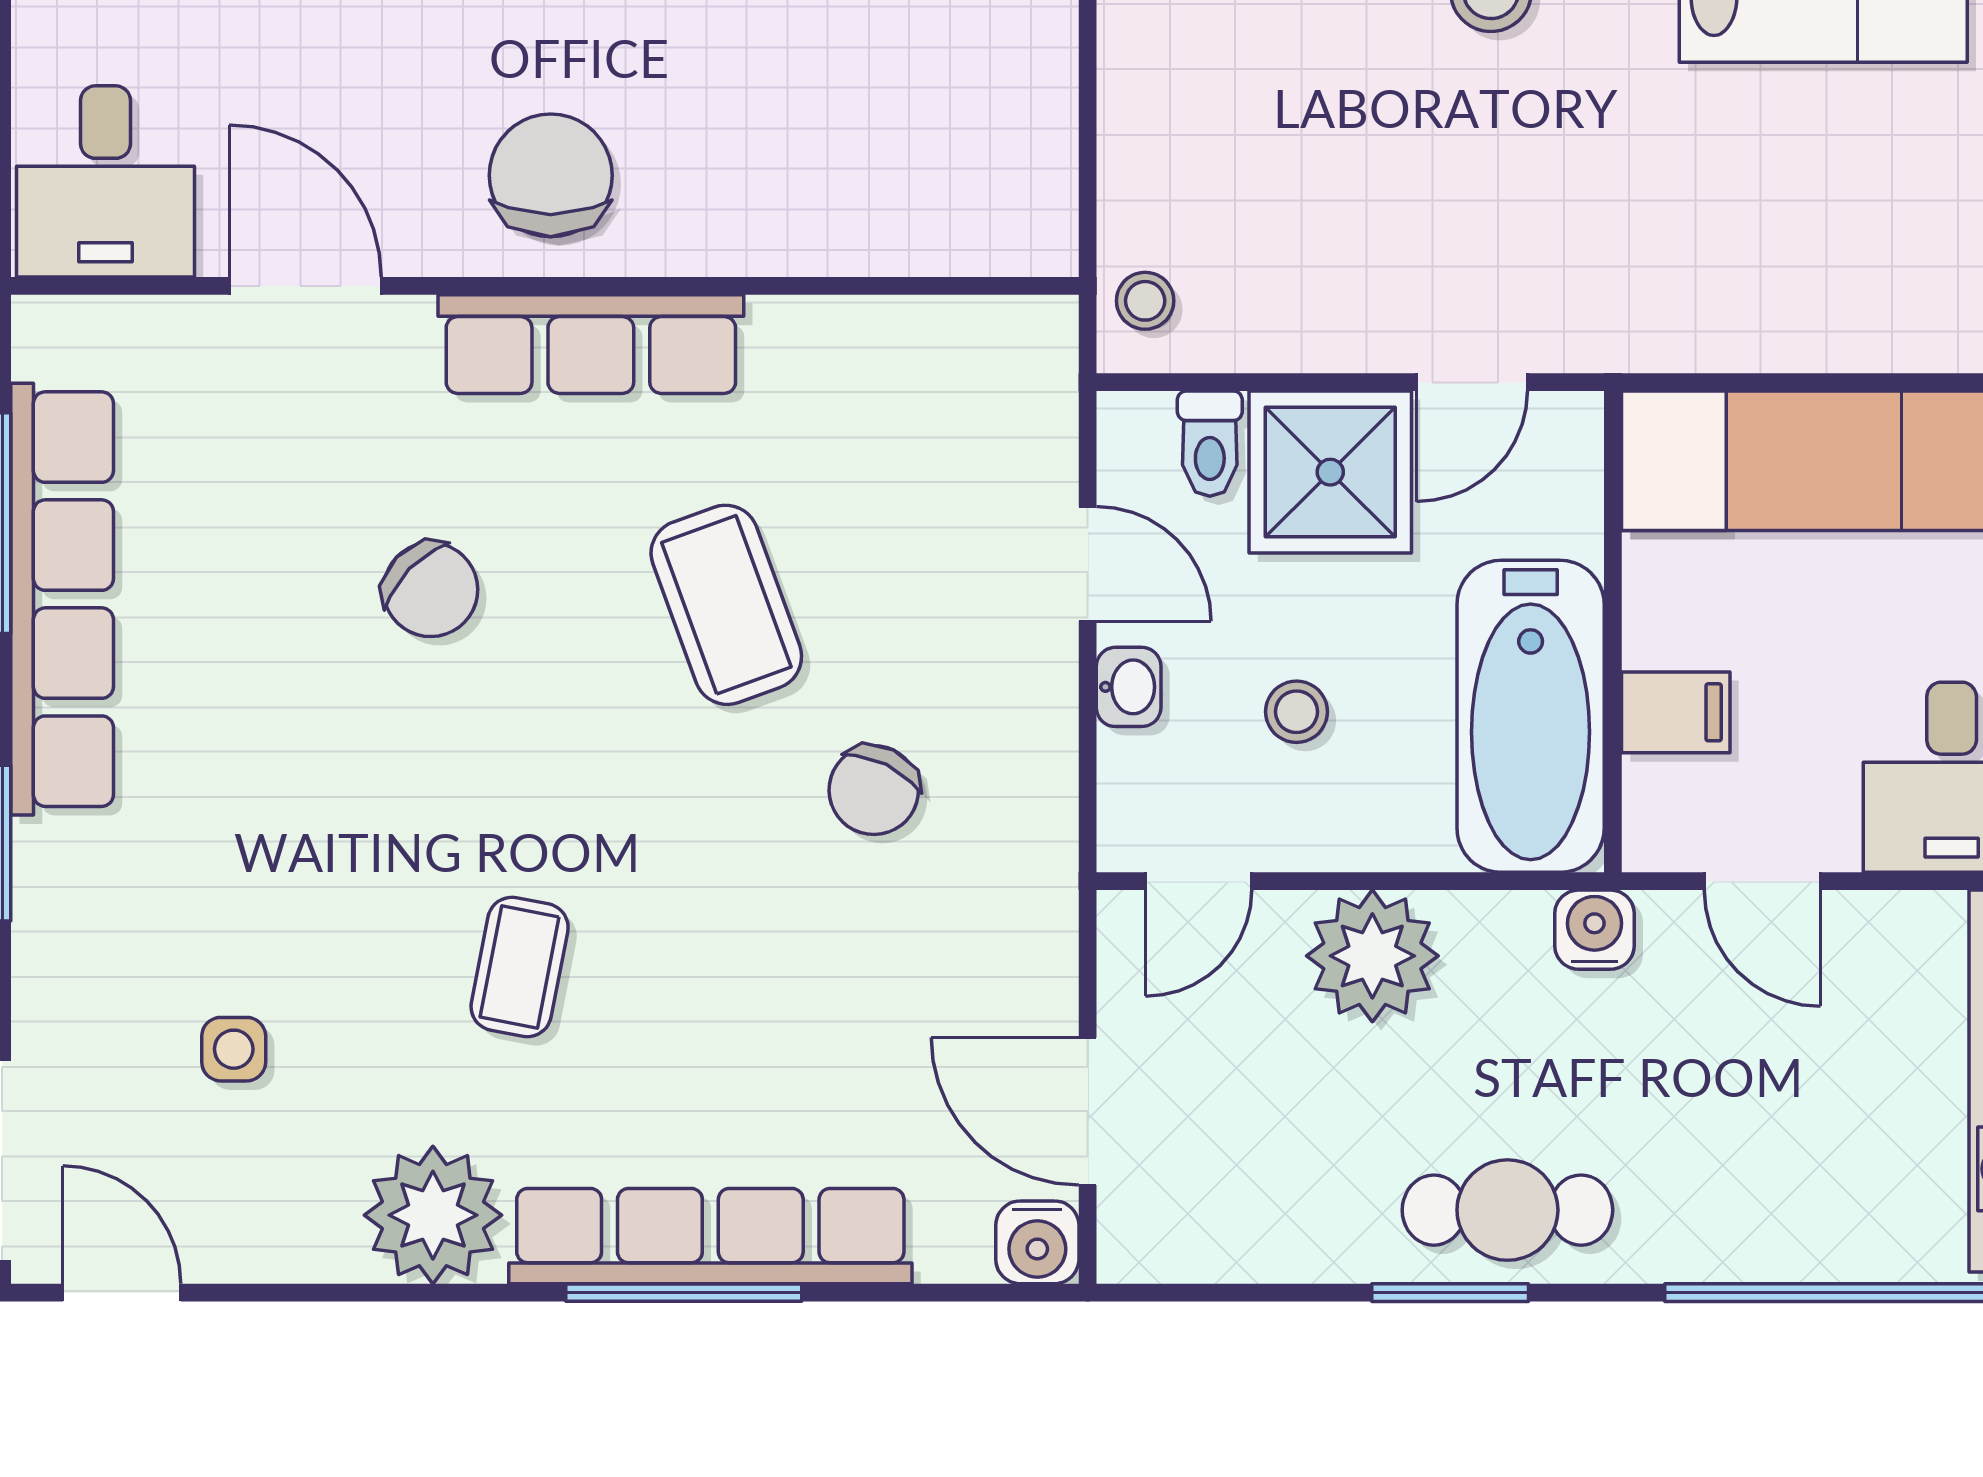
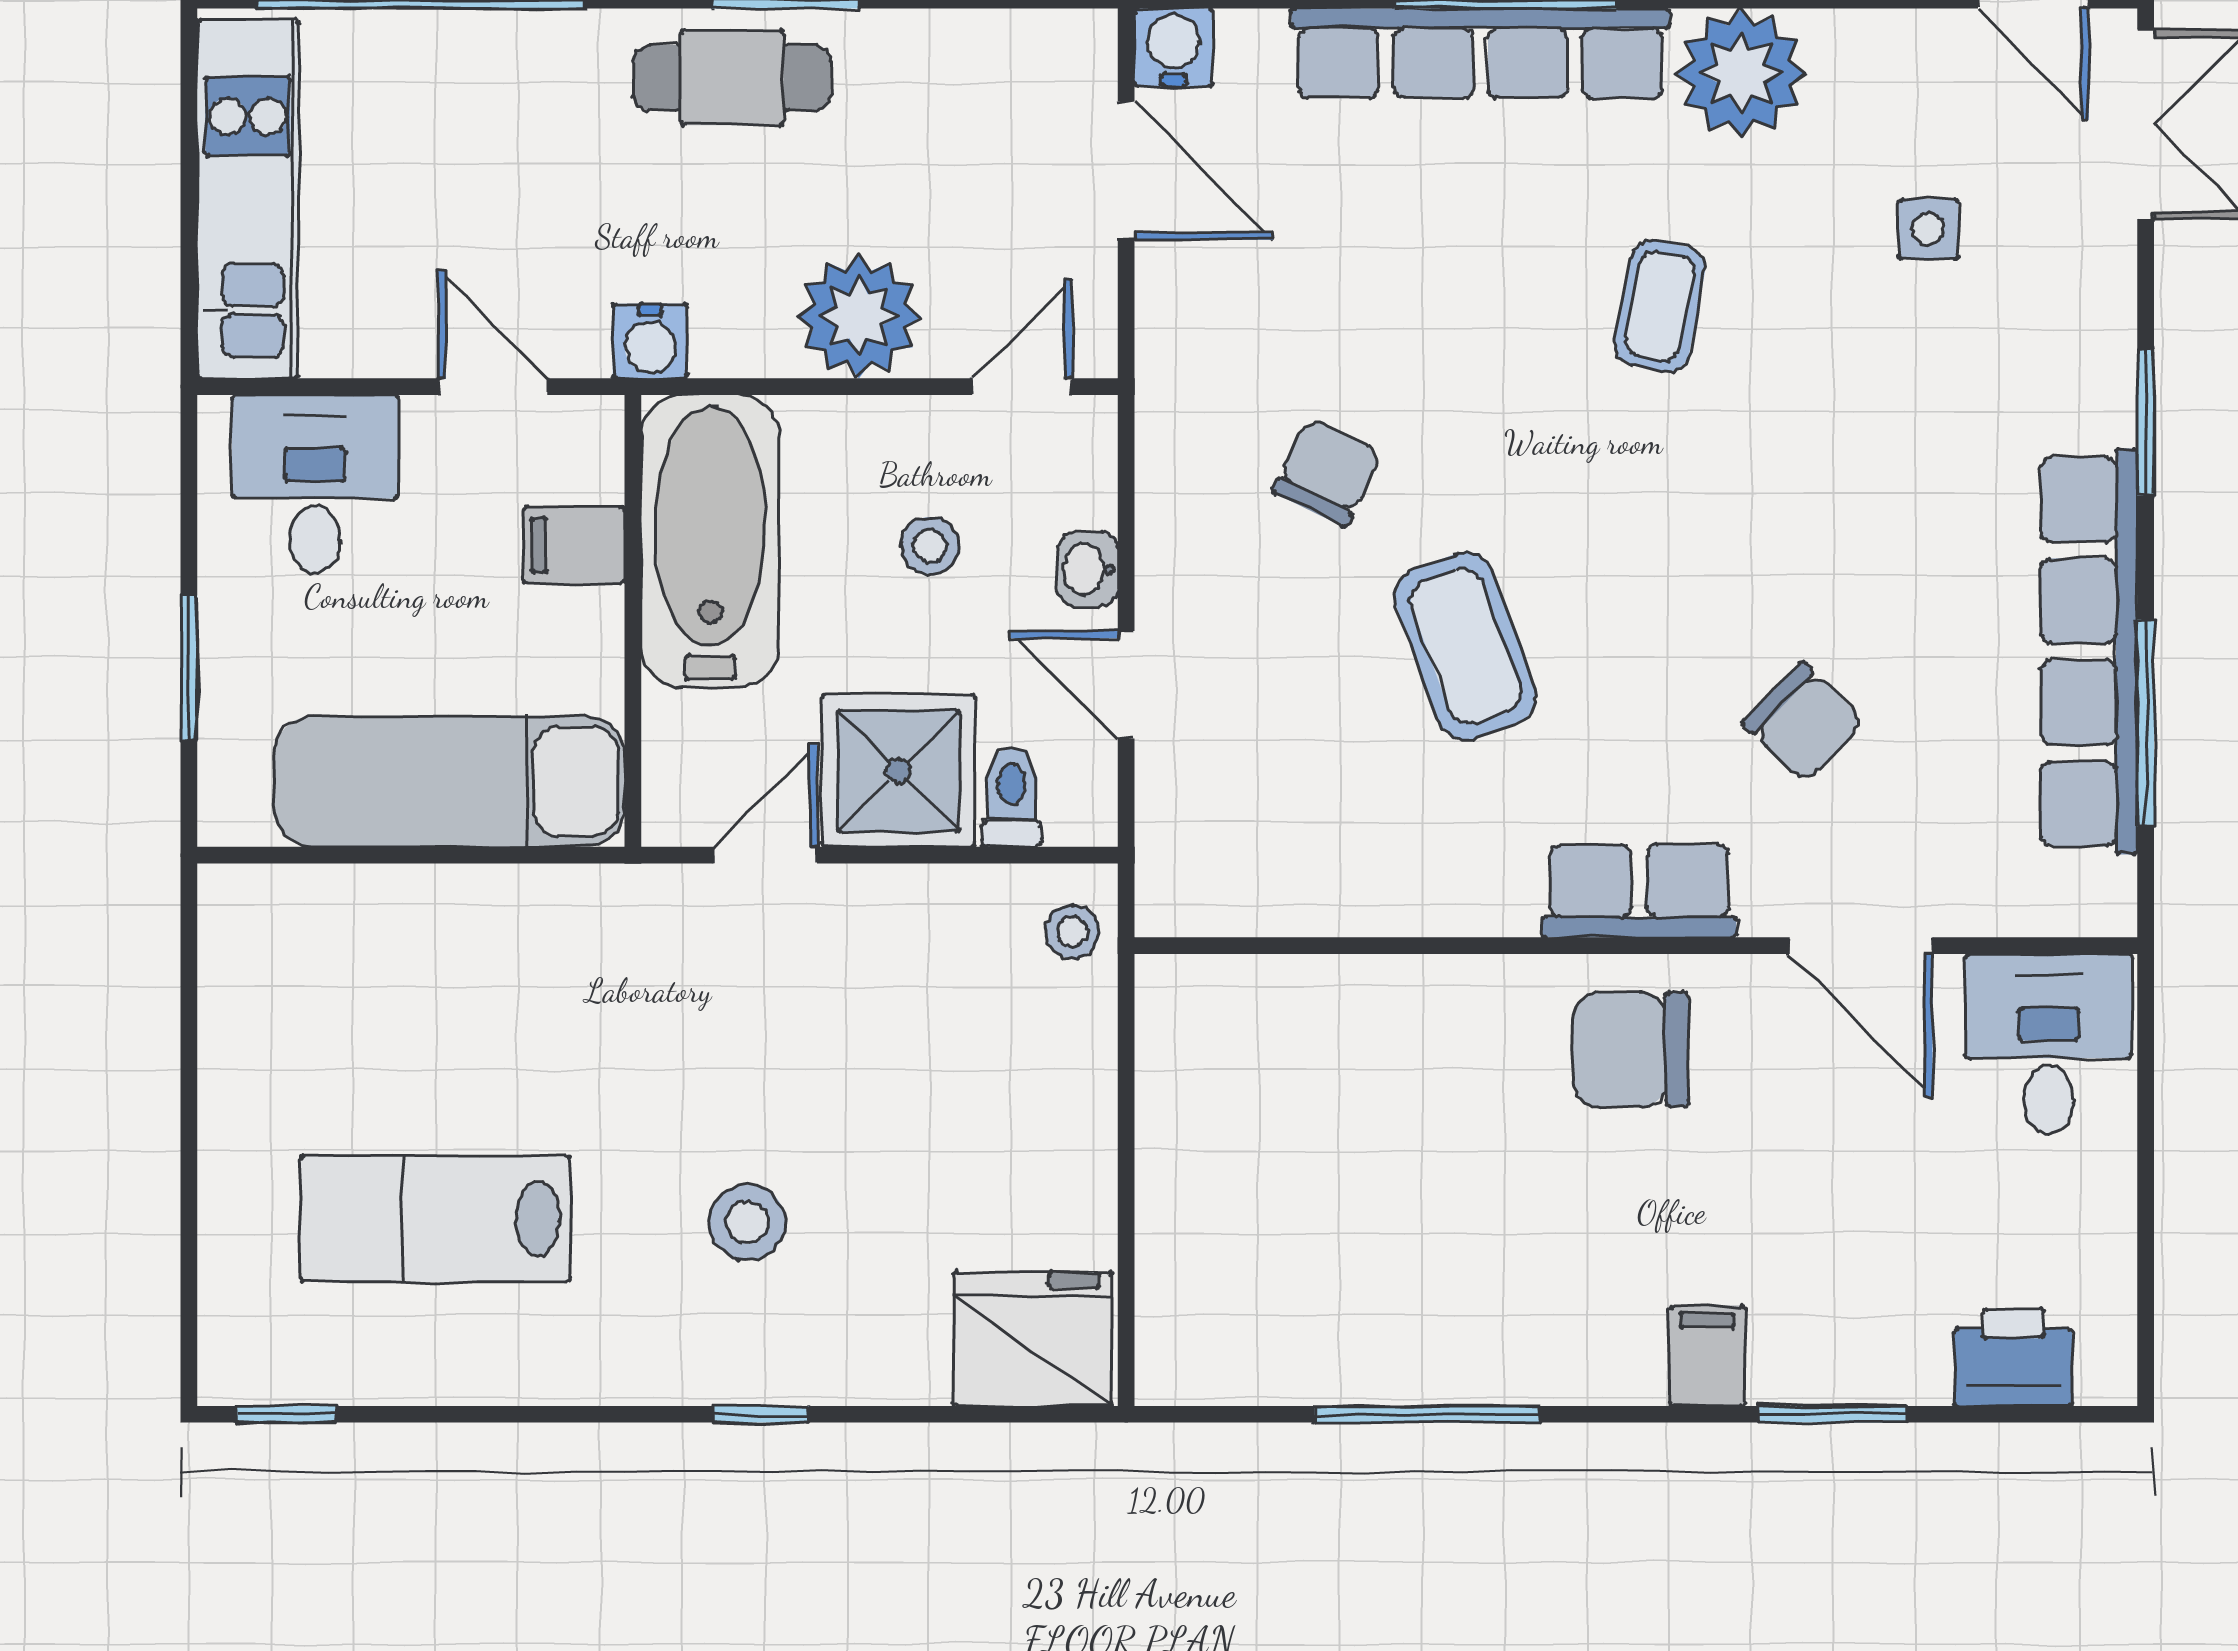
chair: (551, 175) -> (1630, 1049), turned 90
row of seats: (591, 344) -> (1639, 891), width x0.68
chair: (431, 590) -> (1803, 722), moved, turned 180

